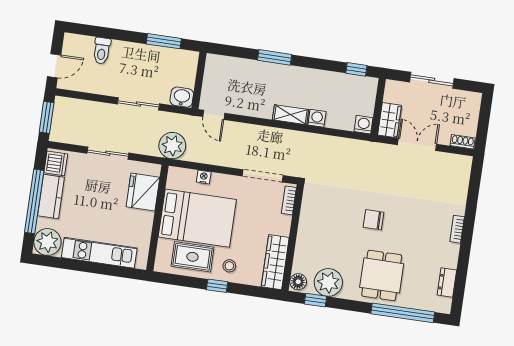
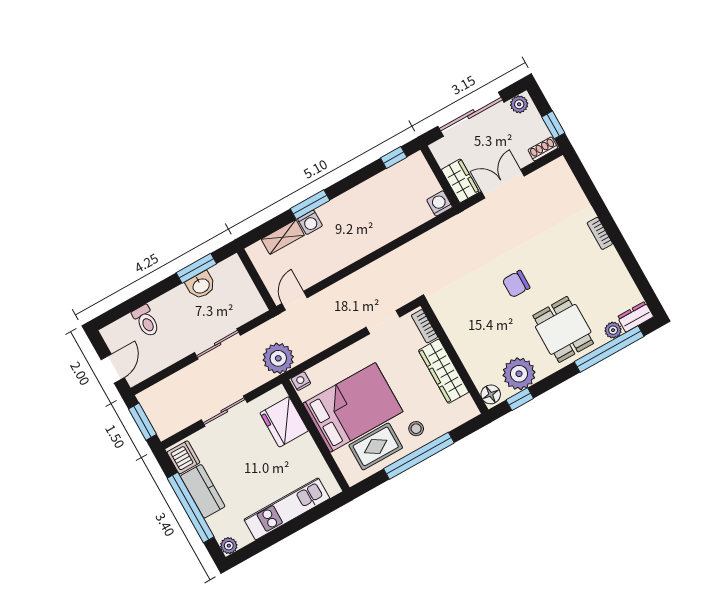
sliding door: (432, 80) -> (471, 114), width x1.37
washbasin: (182, 97) -> (201, 285), moved, turned 180
plant: (470, 99) -> (519, 104), added
door: (214, 115) -> (295, 301), swing flipped
shelving: (291, 115) -> (283, 237), moved
washing machine: (317, 118) -> (310, 222), moved, turned 180
window: (482, 131) -> (553, 125), added
doorway: (263, 176) -> (383, 322), width x0.73
nightstand: (204, 177) -> (301, 381), moved
plant: (47, 242) -> (229, 546), width x0.53, depth x0.53
wardrobe: (275, 262) -> (444, 371), moved
dresser: (447, 283) -> (635, 317), moved, turned 90
window: (217, 286) -> (419, 456), width x3.17
plant: (415, 302) -> (613, 330), added

